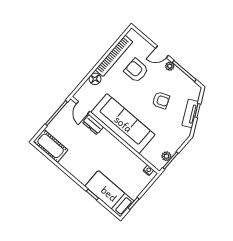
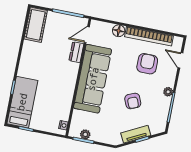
door: (162, 52) -> (180, 60), moved

